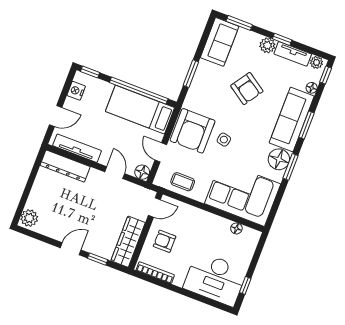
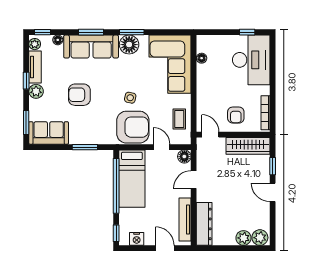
armchair: (247, 89) -> (79, 95), turned -124
door: (161, 152) -> (161, 147), swing flipped
plant: (35, 201) -> (243, 238), added

